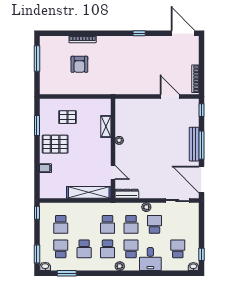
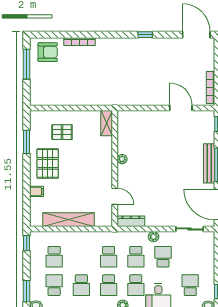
armchair: (79, 64) -> (48, 52), moved, turned -90
shelving: (106, 126) -> (107, 123), moved
pallet: (55, 144) -> (48, 163), turned 90
shelving: (89, 192) -> (69, 220), moved
school desk: (131, 249) -> (136, 285), turned 180

